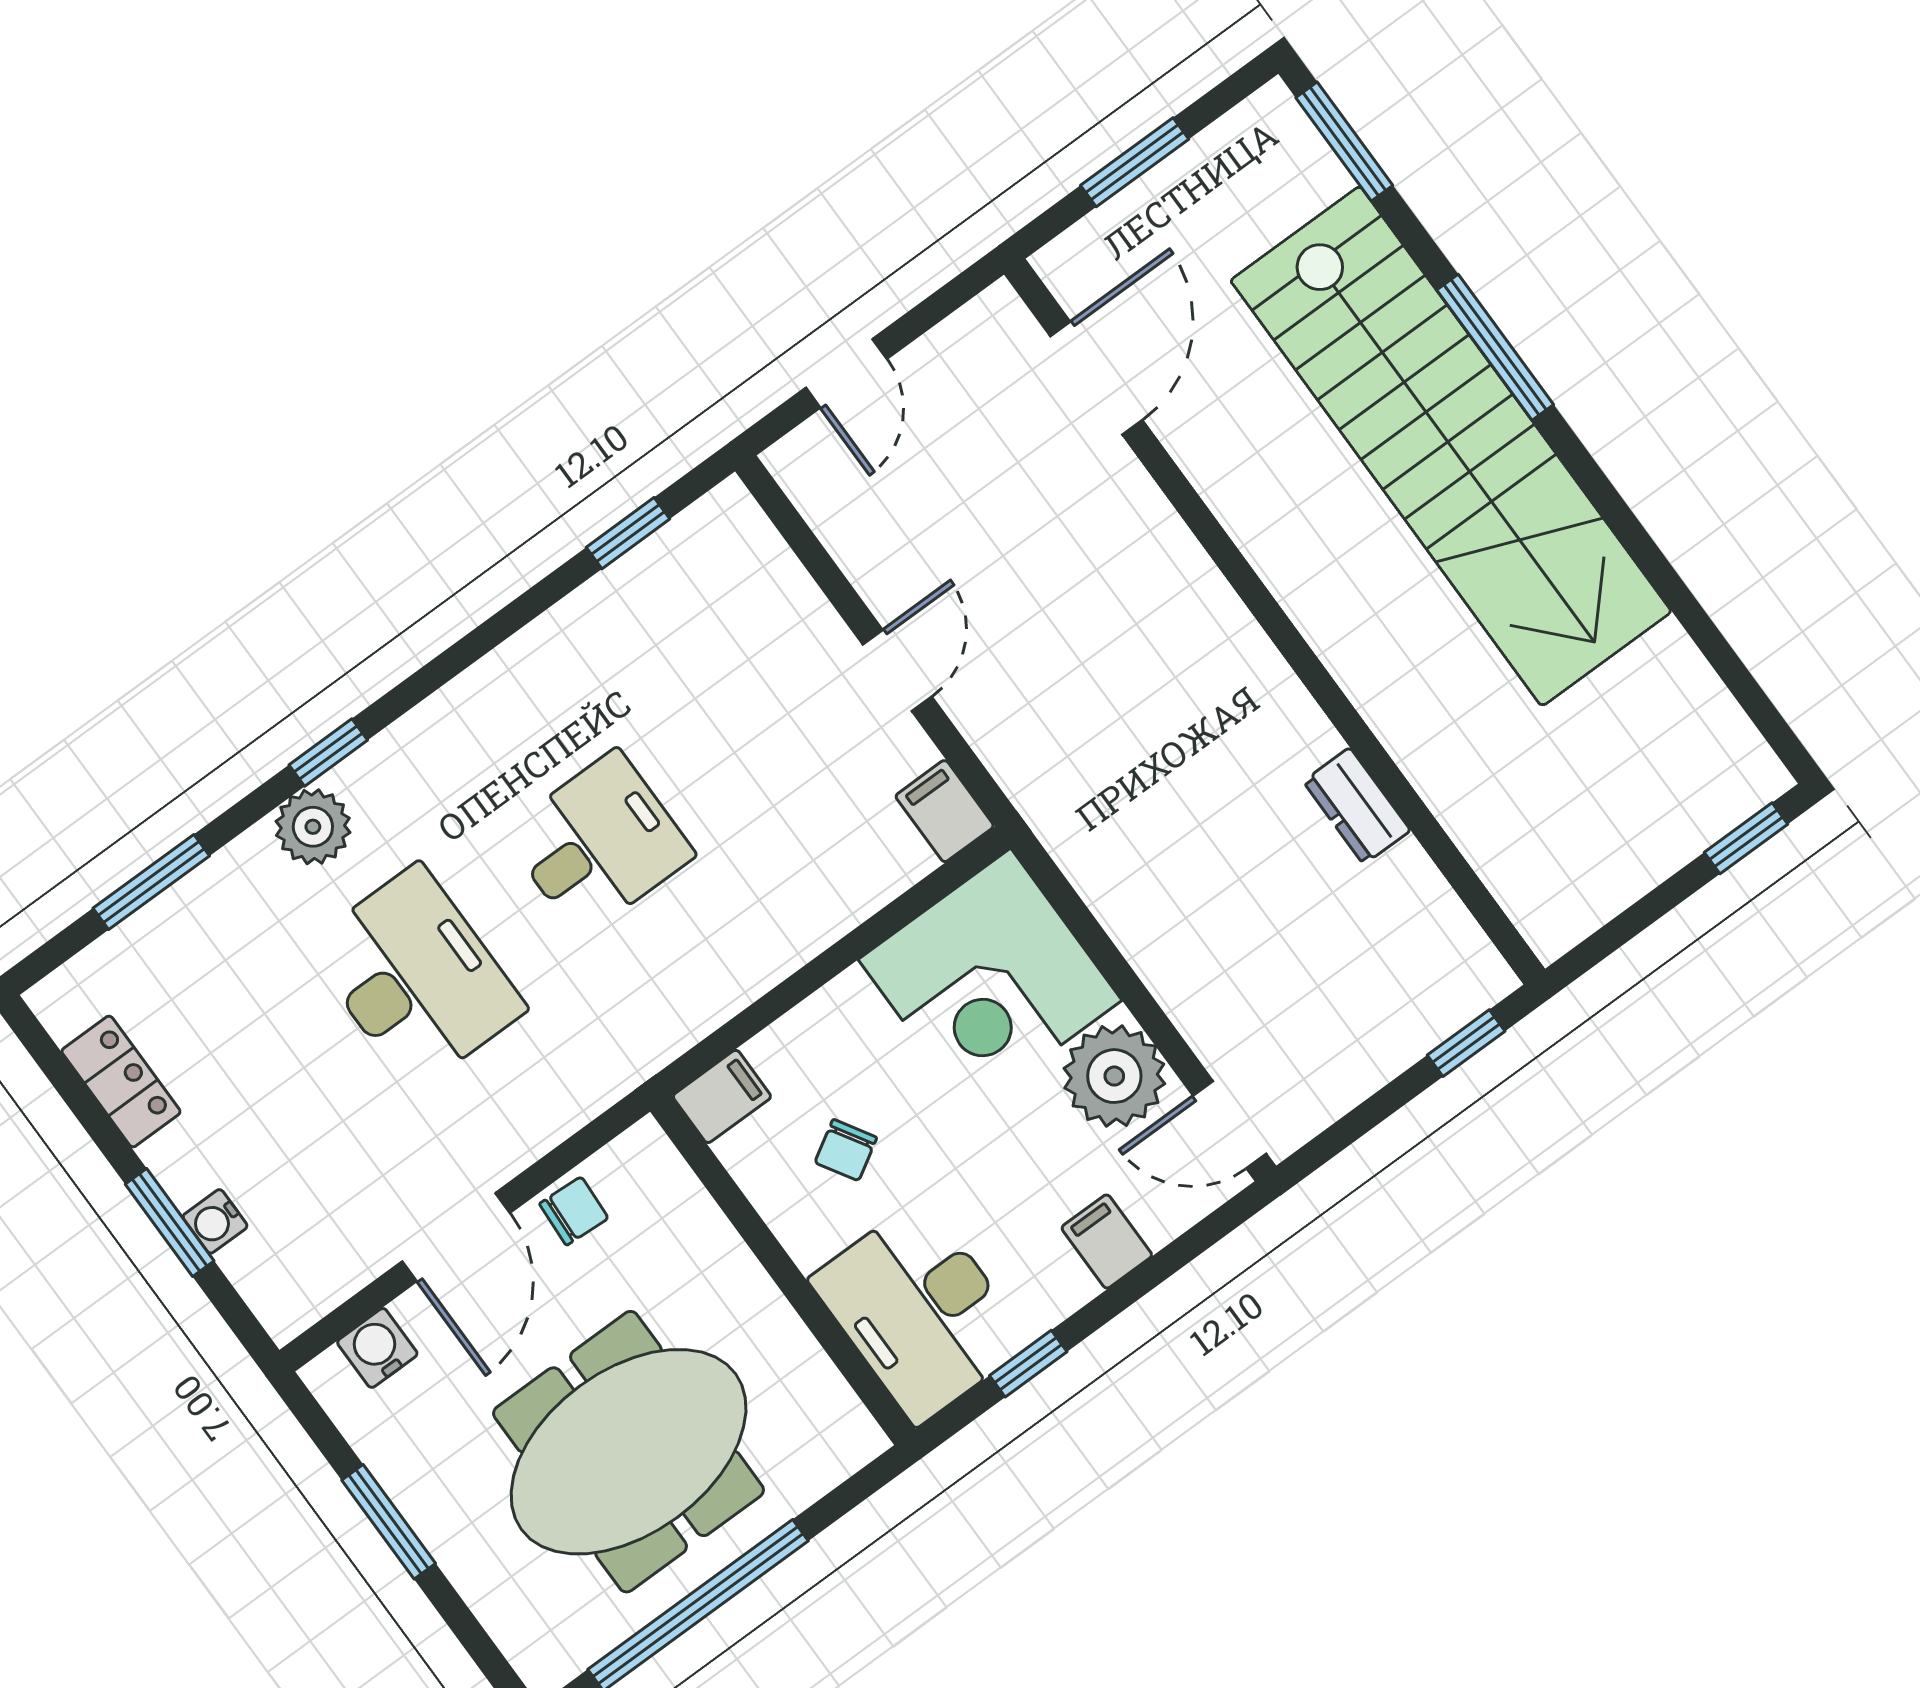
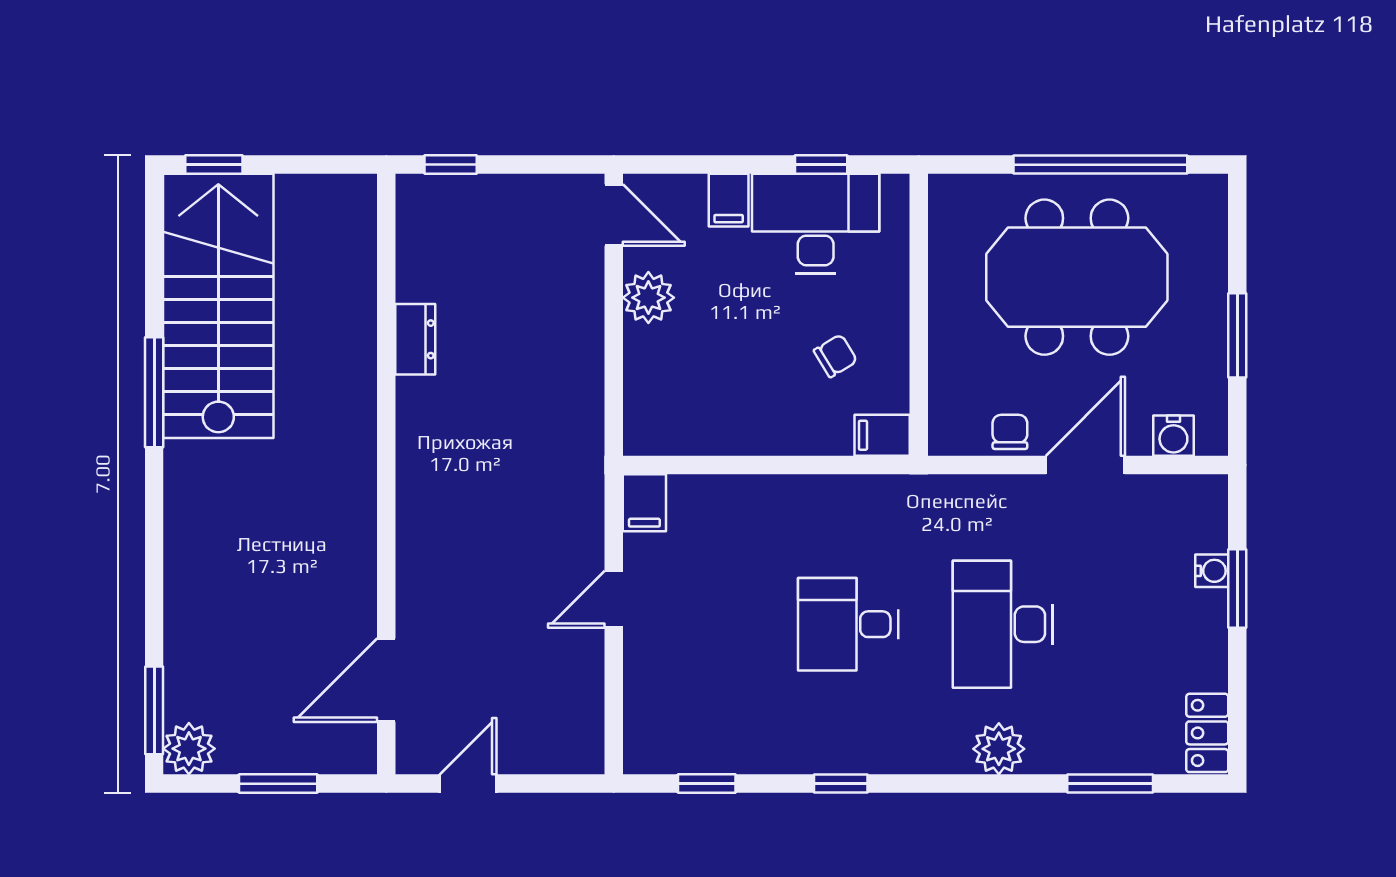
plant: (1270, 126) -> (189, 749), added
window: (1495, 347) -> (154, 392), moved
door: (846, 373) -> (468, 784), moved
stairs: (1451, 446) -> (218, 306), moved, width x0.73
window: (328, 753) -> (841, 784), moved
corner desk: (990, 980) -> (687, 391), removed
plant: (1114, 1076) -> (648, 298), width x0.73, depth x0.73
locker: (121, 1082) -> (1207, 733), moved
chair: (574, 1211) -> (1010, 432), turned 87
desk: (920, 1311) -> (816, 224), moved, turned -90

